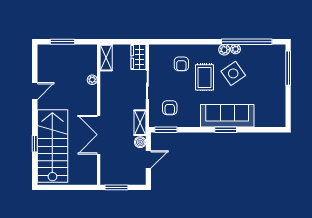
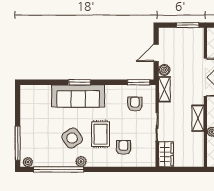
plant: (235, 49) -> (28, 162), moved
shelving: (106, 58) -> (198, 118), moved

